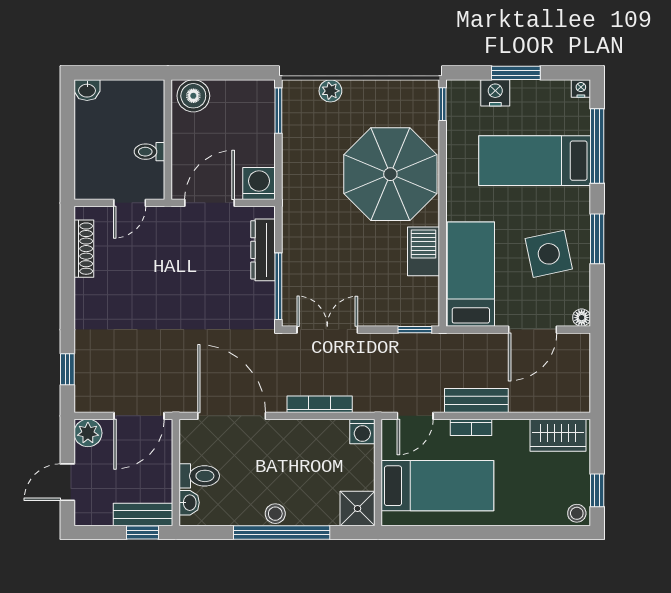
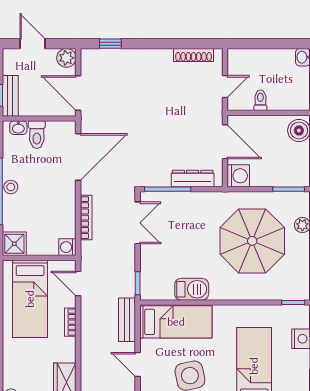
parasol: (390, 174) -> (252, 241), moved
door: (130, 203) -> (225, 87), swing flipped
door: (533, 330) -> (138, 365), width x0.73
bench: (476, 400) -> (127, 320), moved

